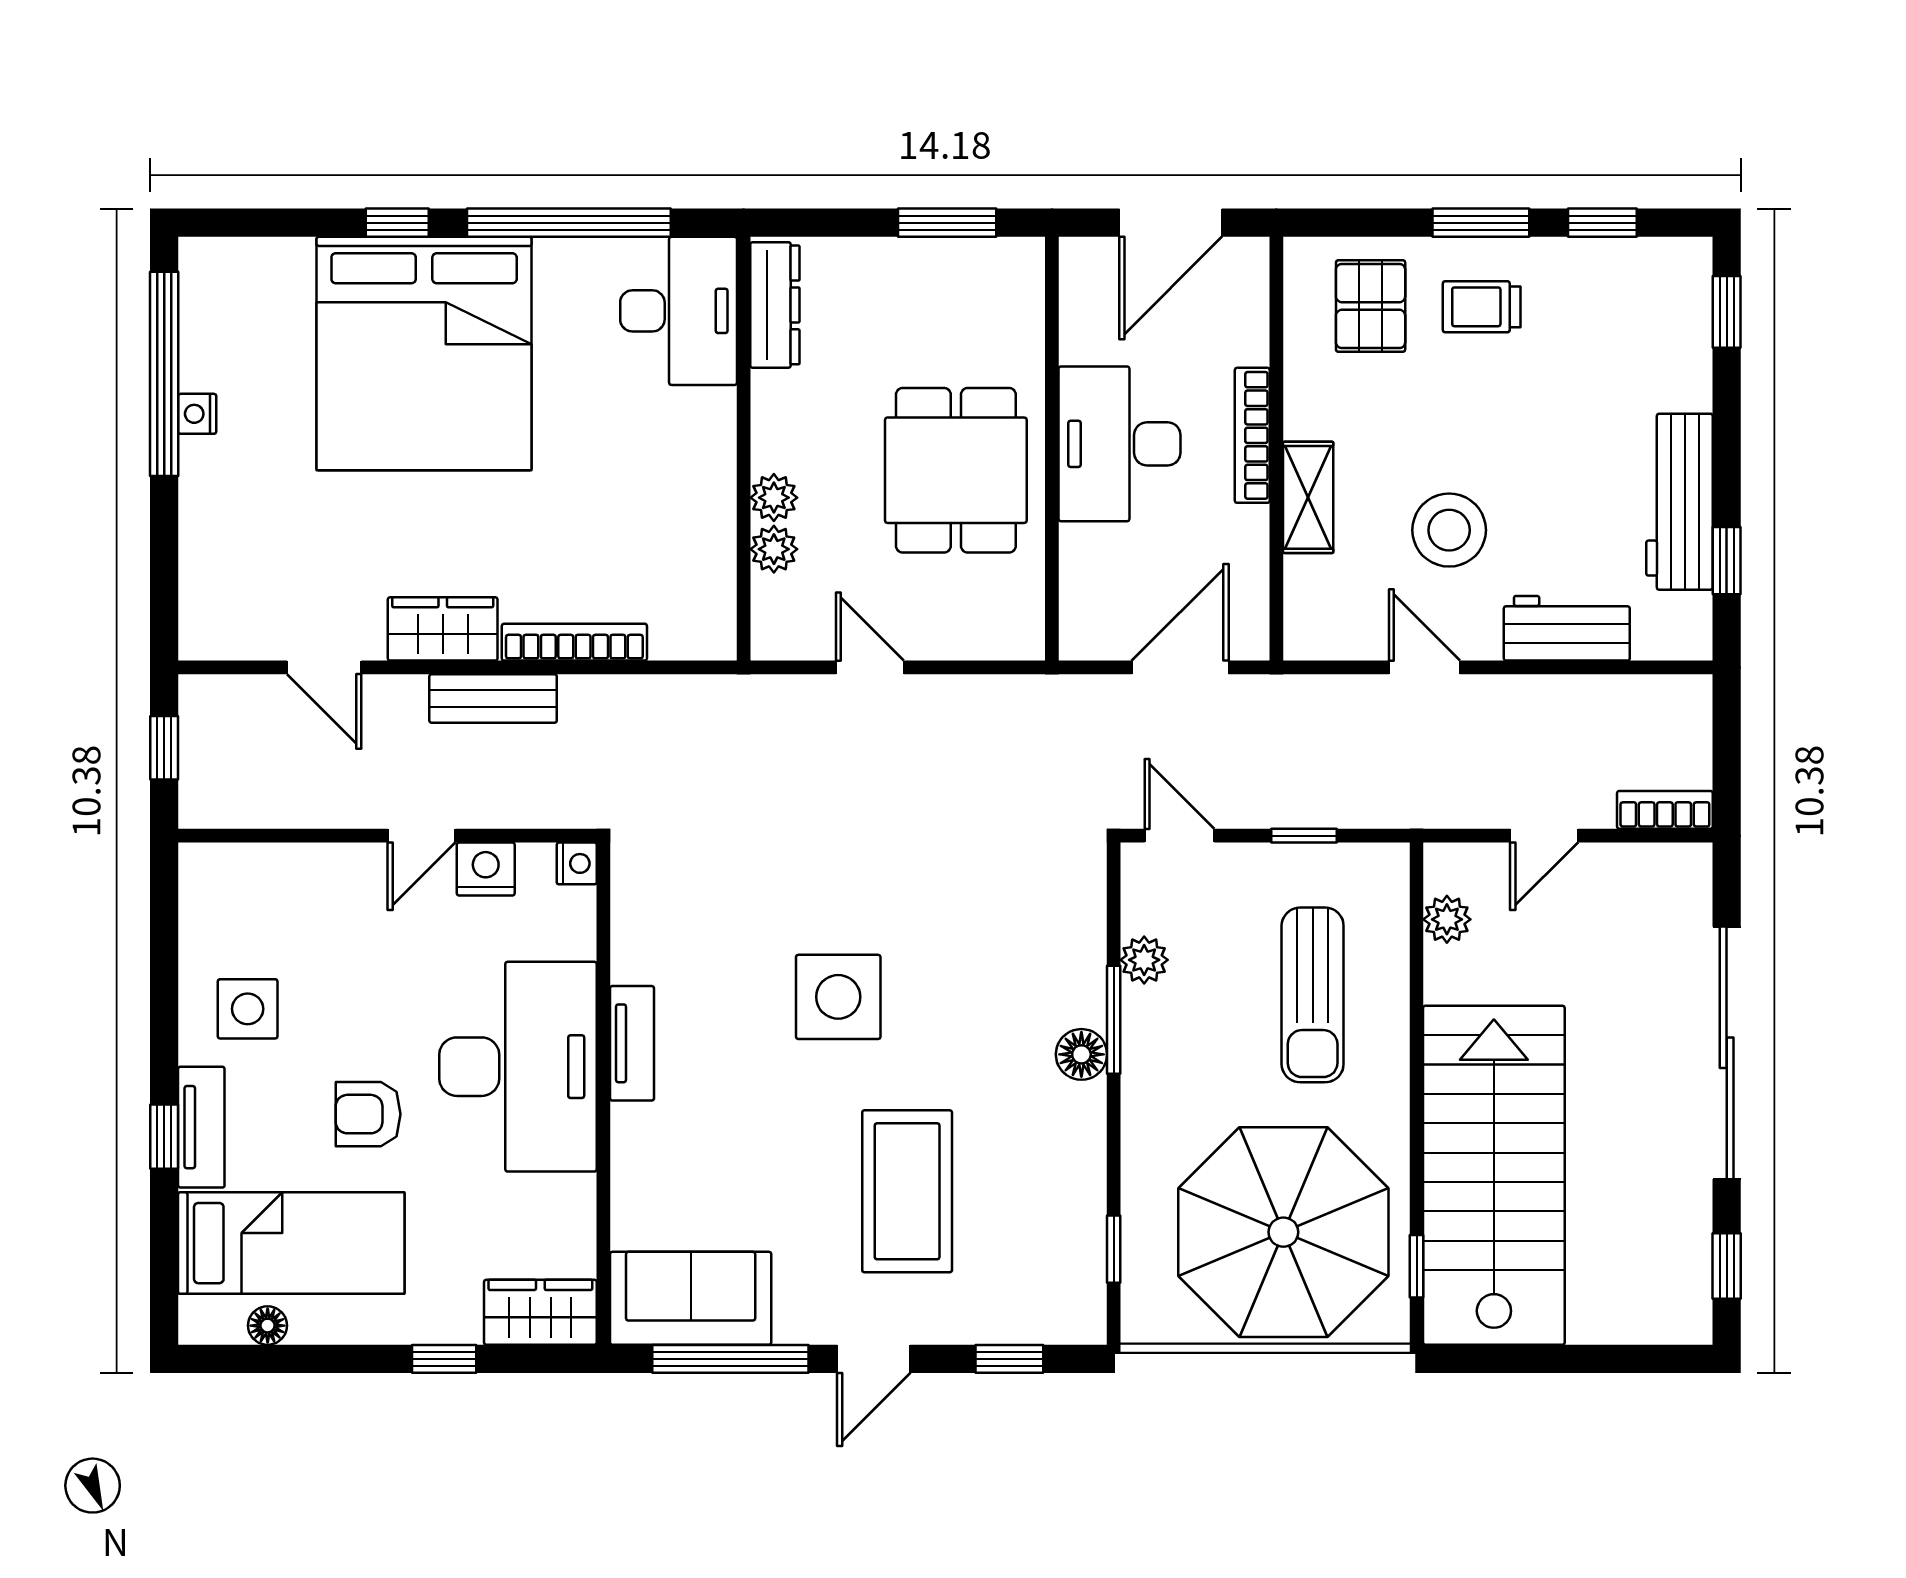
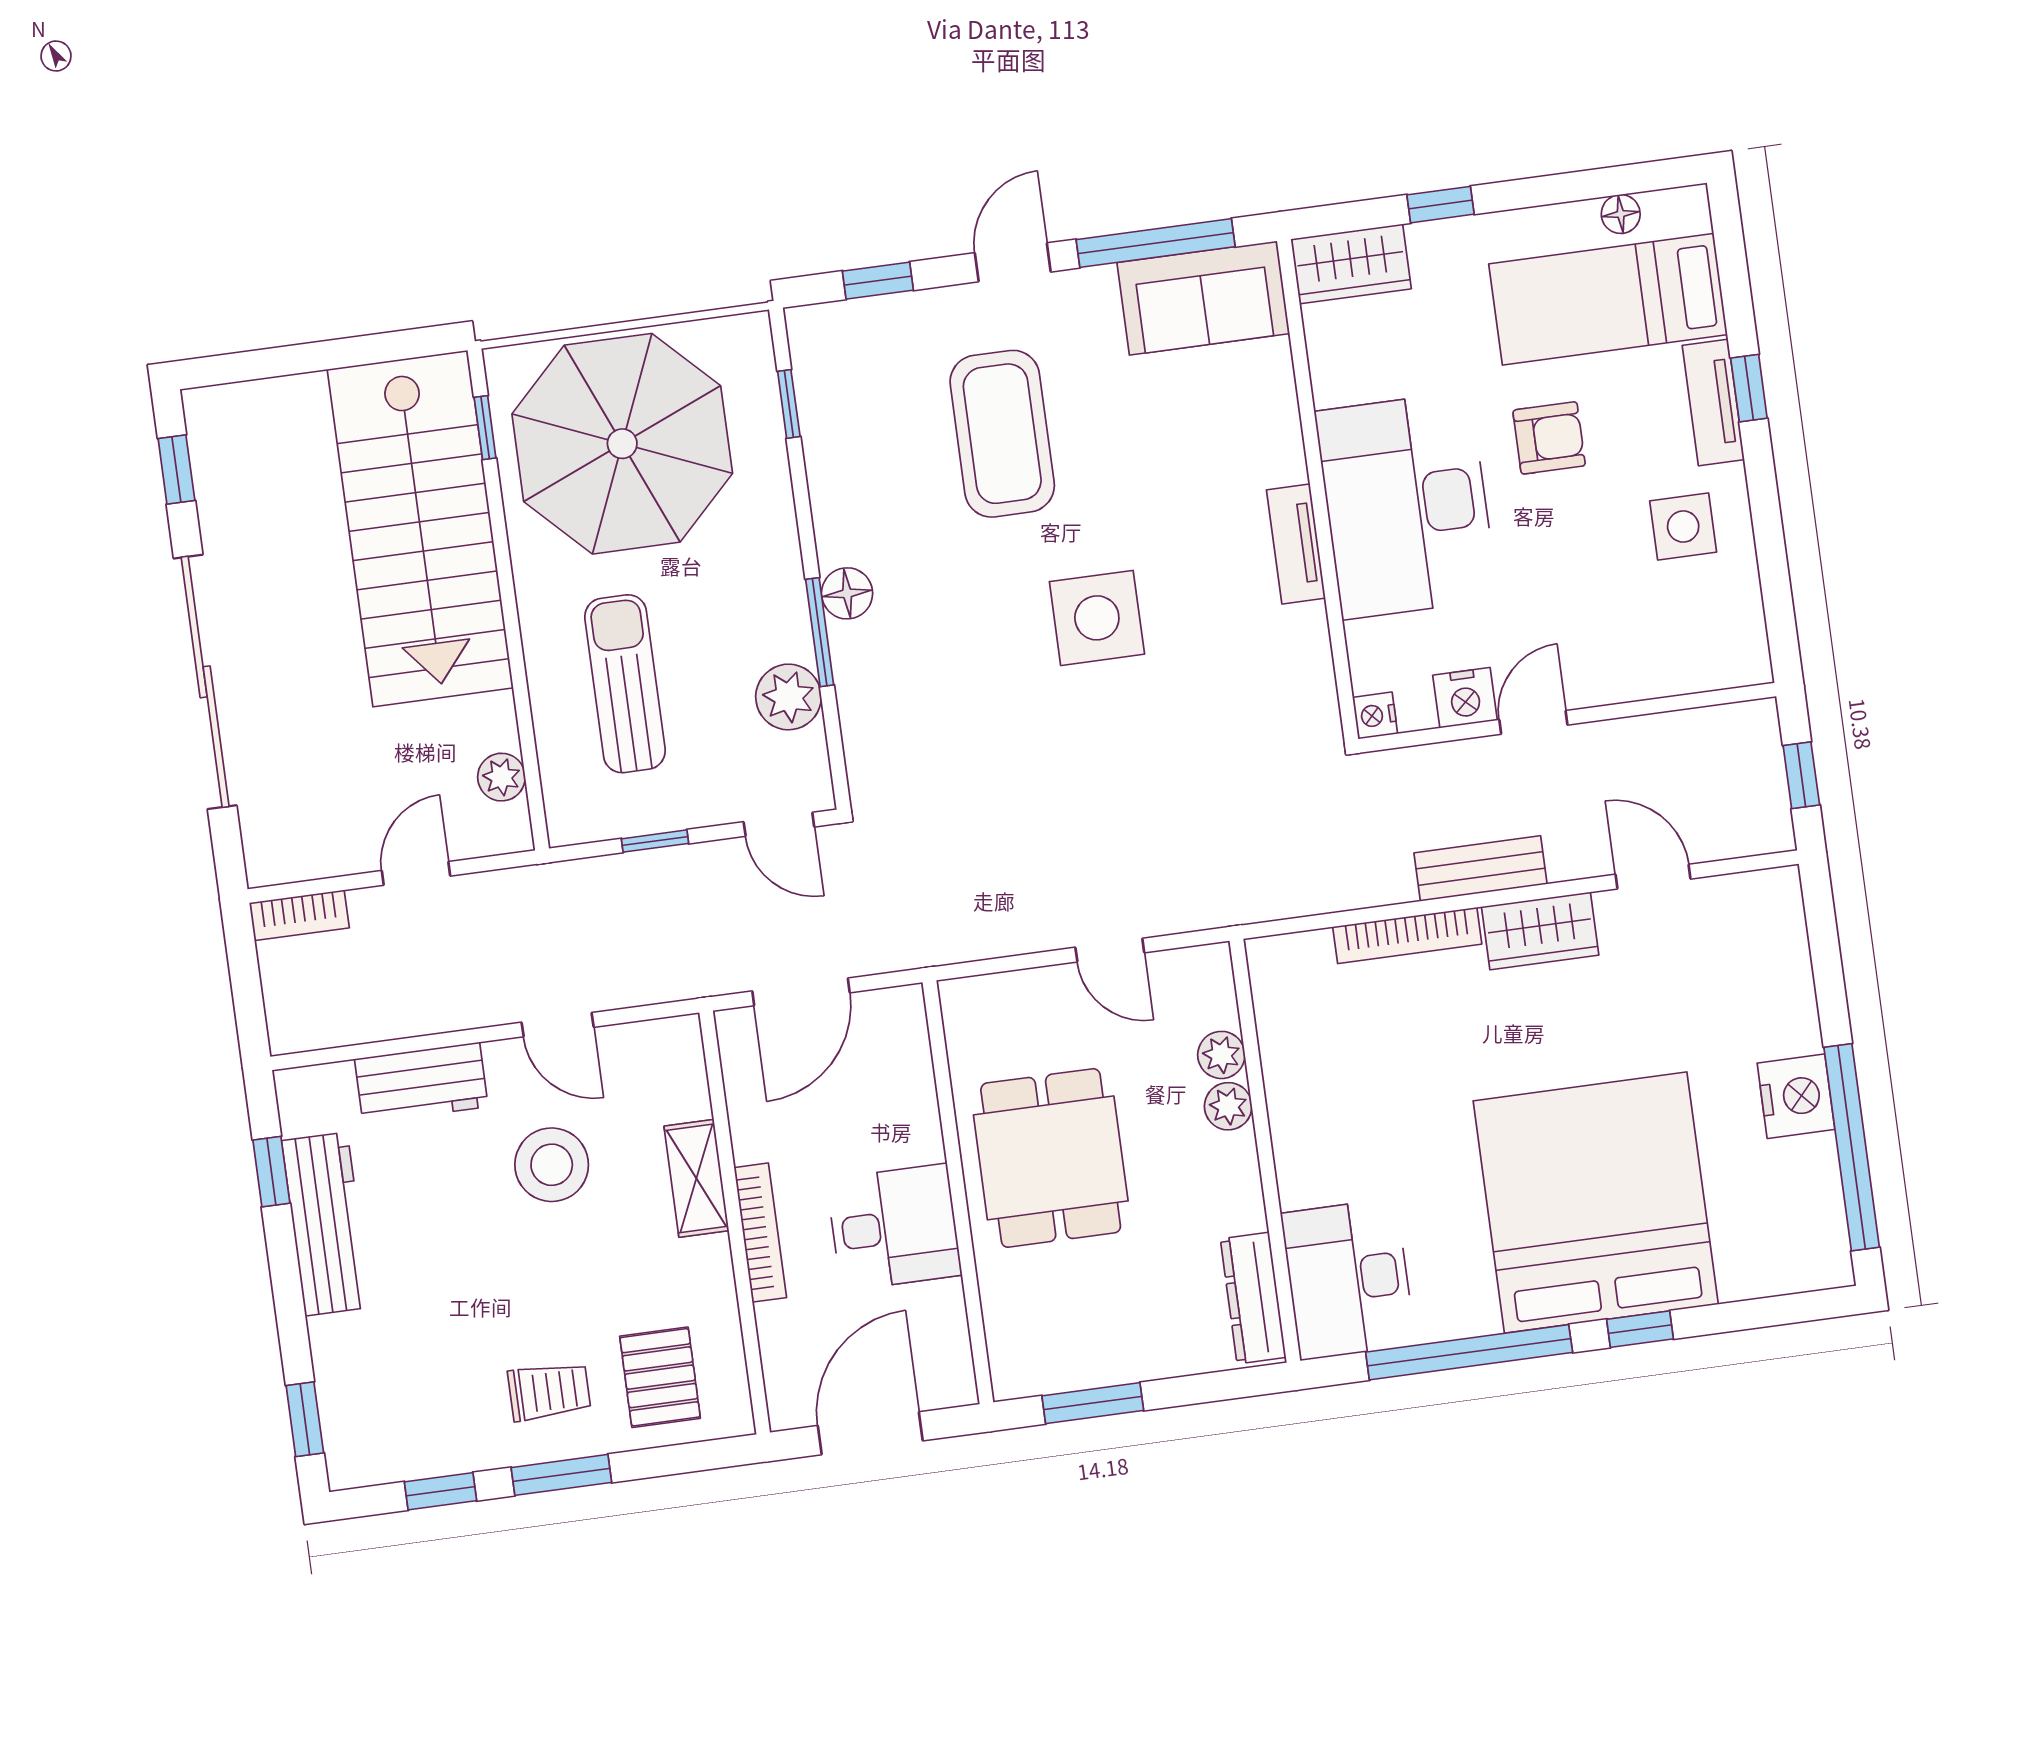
nightstand: (197, 414) -> (1796, 1096), width x1.89, depth x1.79
desk: (1120, 444) -> (894, 1227), width x0.73
plant: (1144, 960) -> (789, 697), width x1.38, depth x1.38

